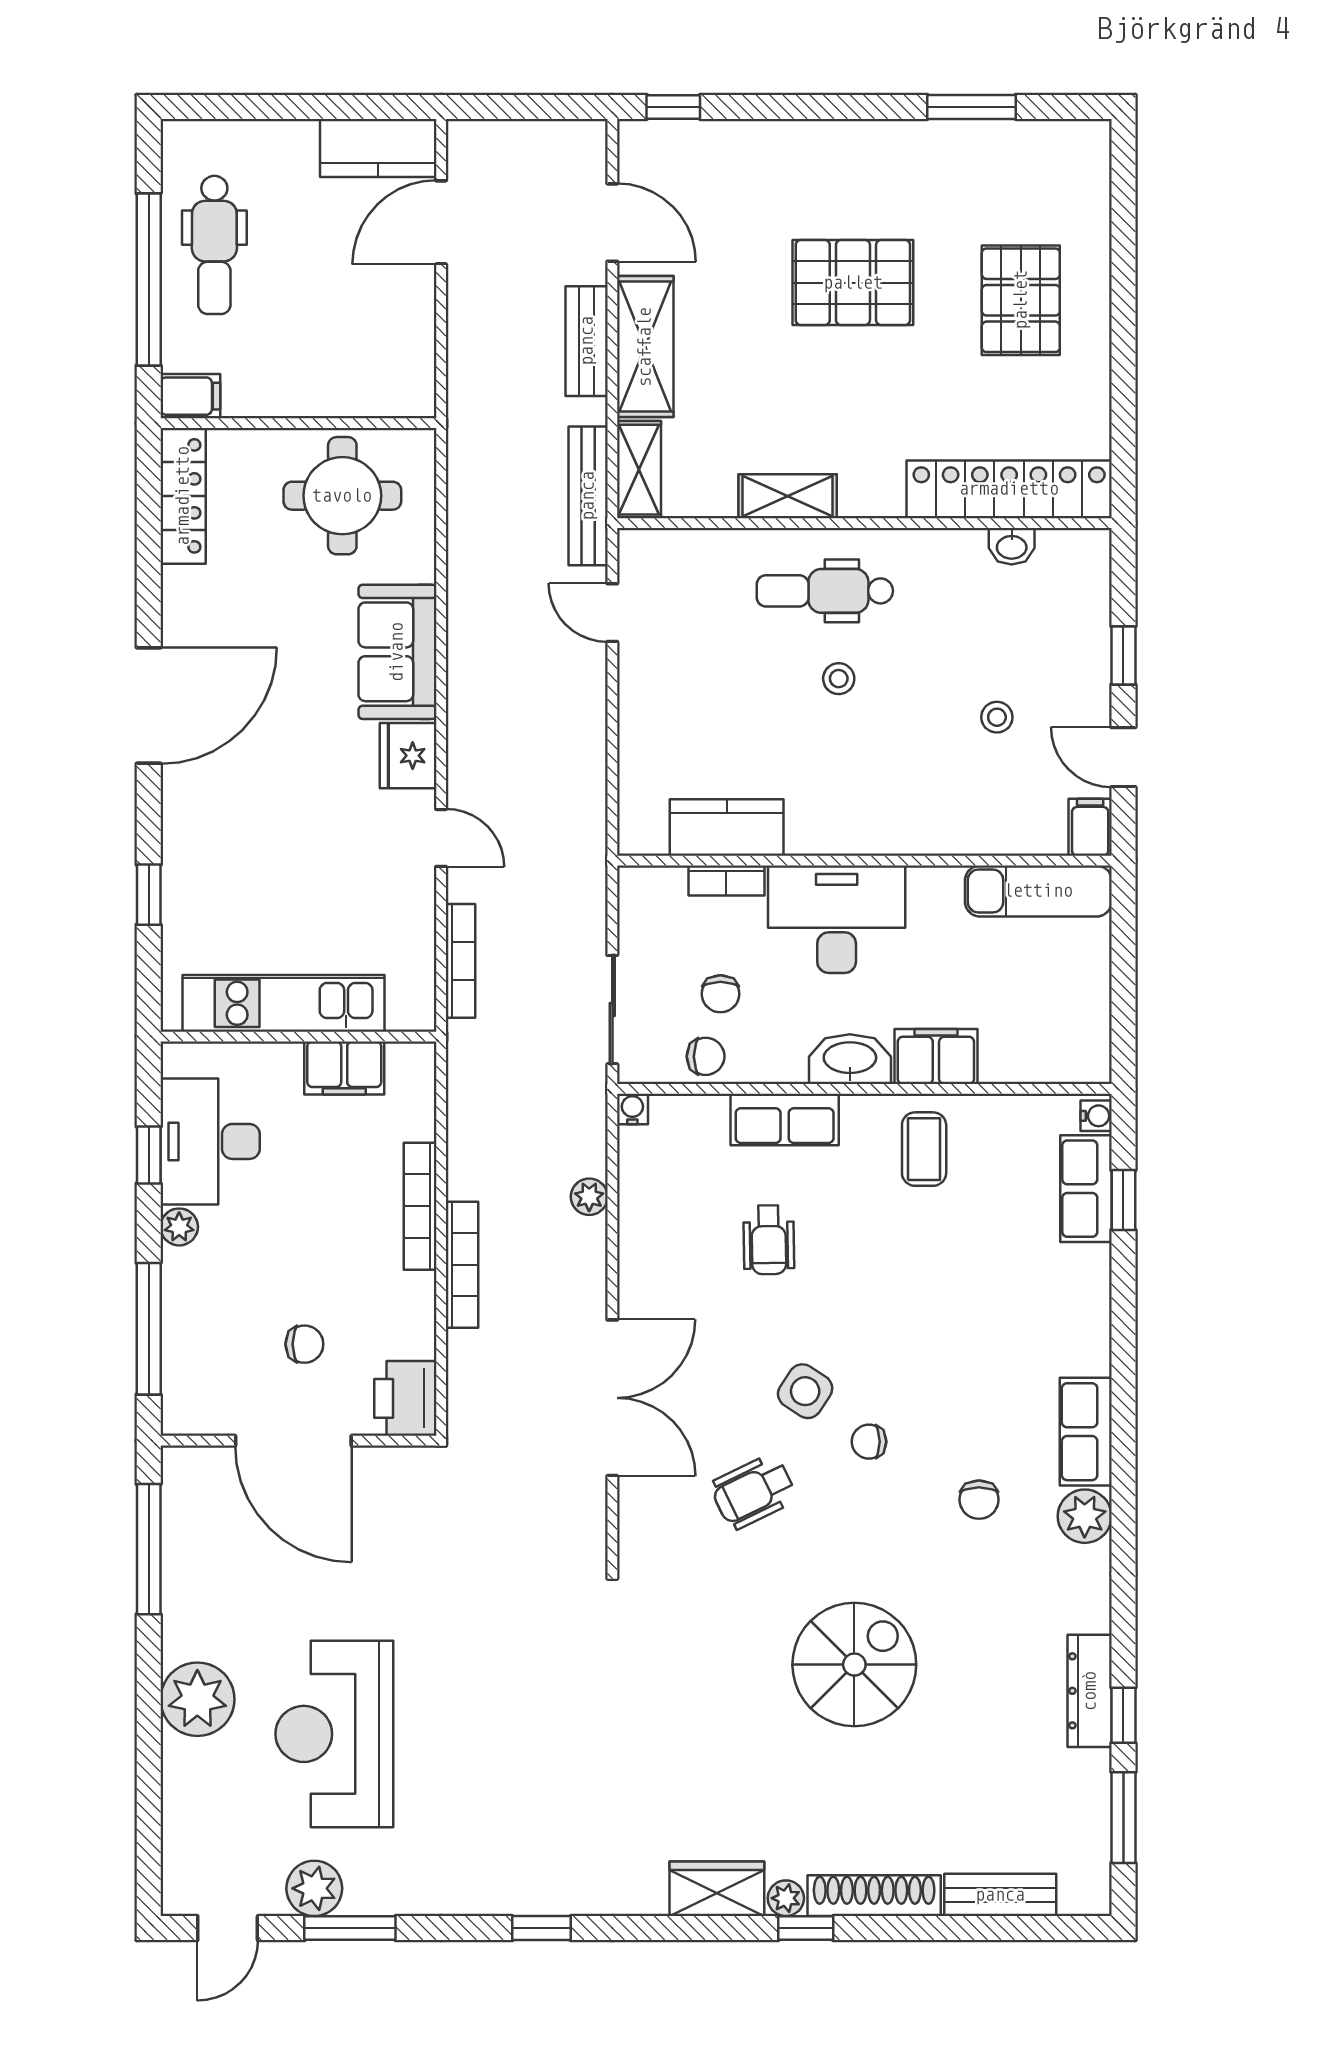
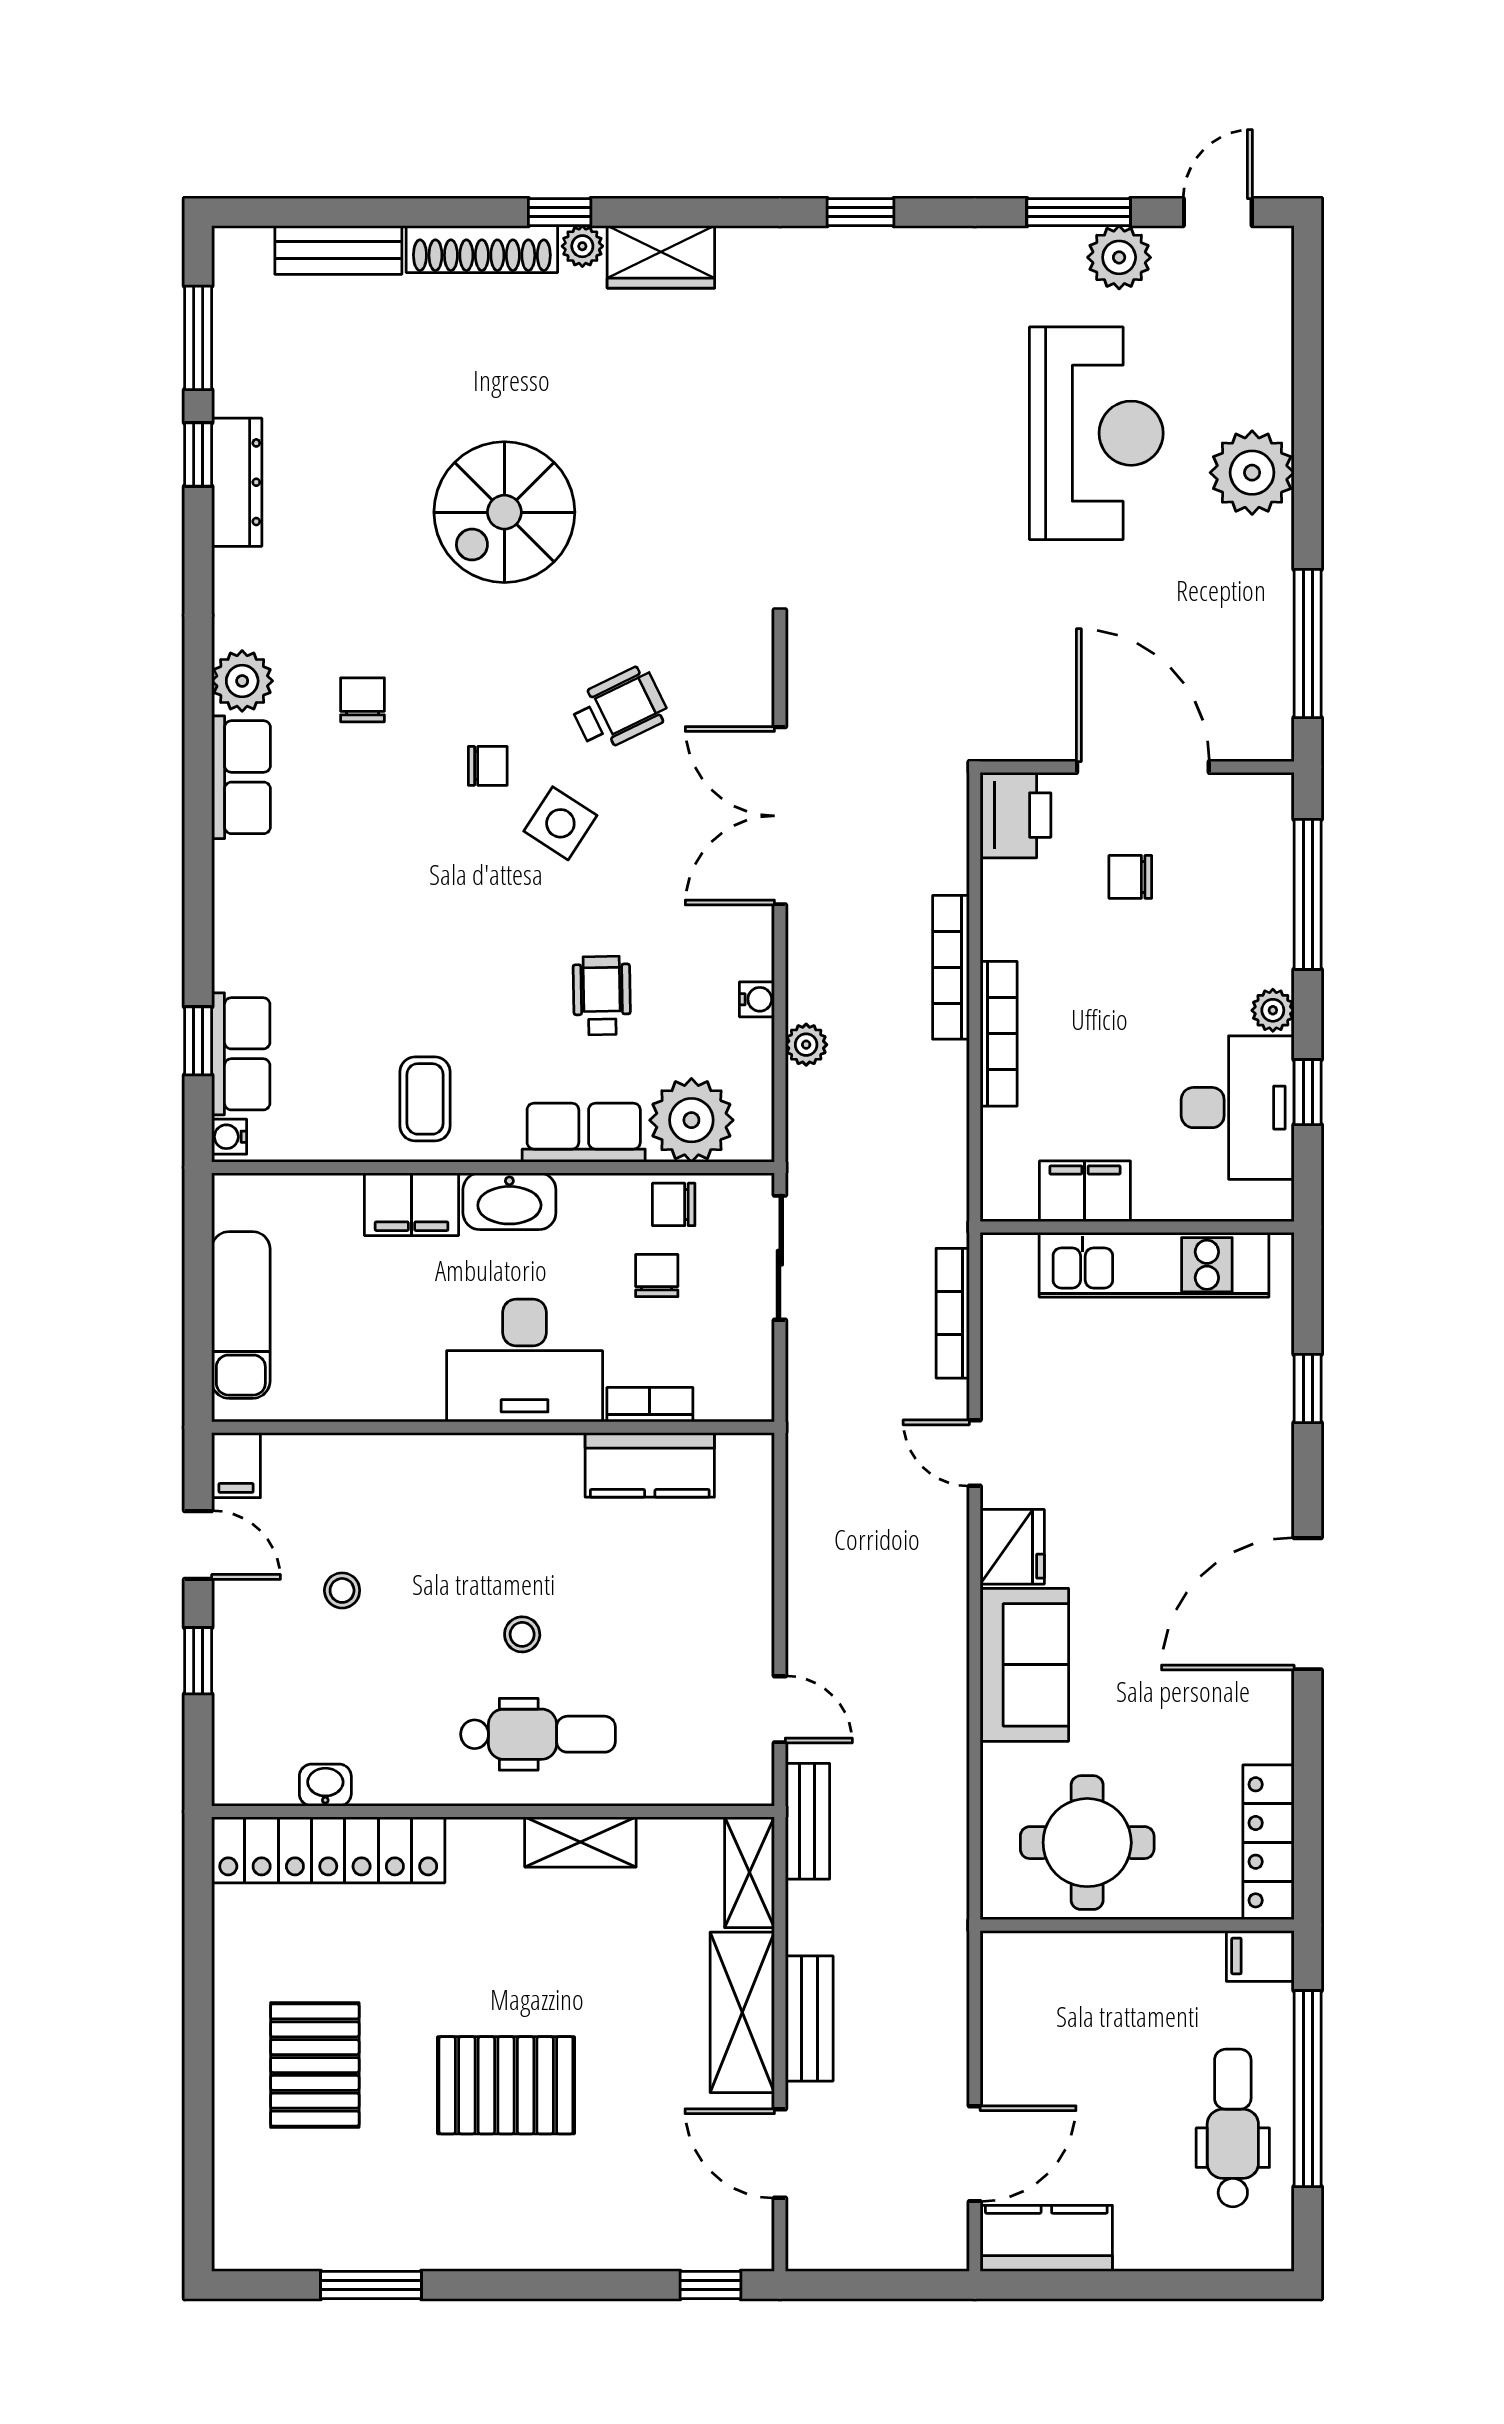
bench: (588, 496) -> (807, 1821), width x0.73
exam couch: (1038, 891) -> (241, 1315), moved, turned 90
water cooler: (632, 1109) -> (757, 999), moved, turned -90
plant: (690, 1130) -> (691, 1120), added

